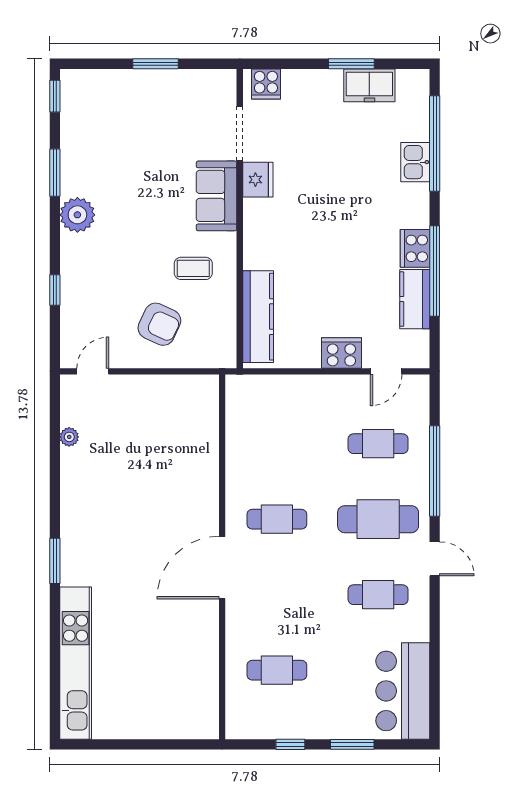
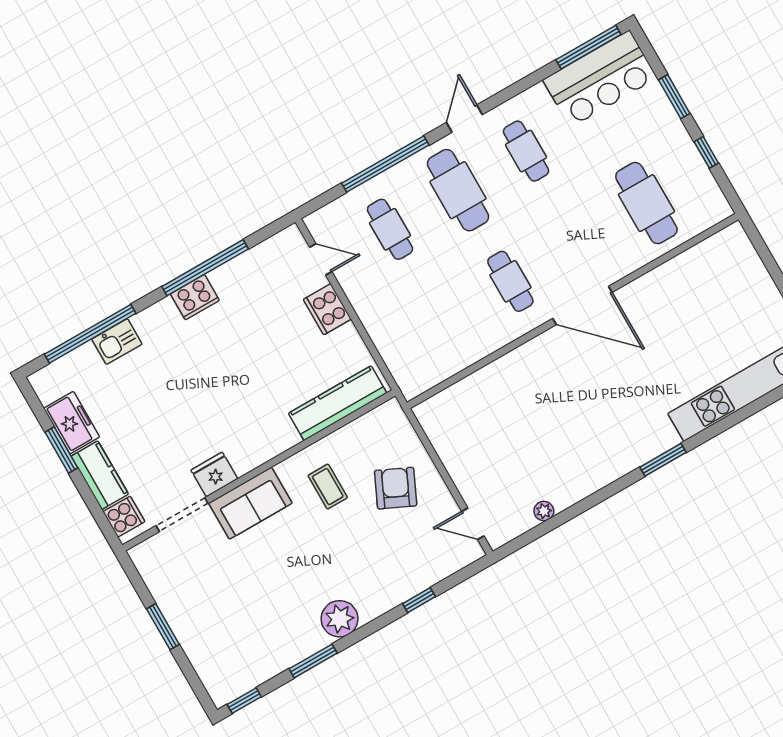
kitchen counter: (415, 299) -> (100, 475), moved, turned -90
cafe table: (277, 670) -> (646, 203), width x1.37, depth x1.35
window: (435, 697) -> (588, 47), added

